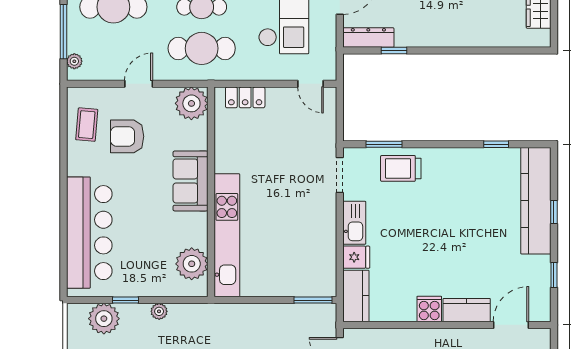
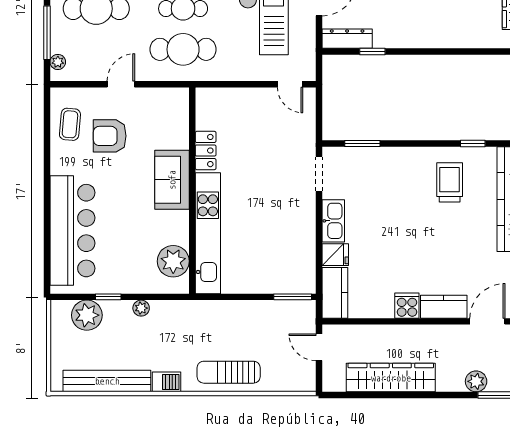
locker: (245, 97) -> (206, 151), moved, turned -90
plant: (191, 103) -> (173, 103), removed
trolley: (401, 168) -> (450, 182), moved, turned 90

